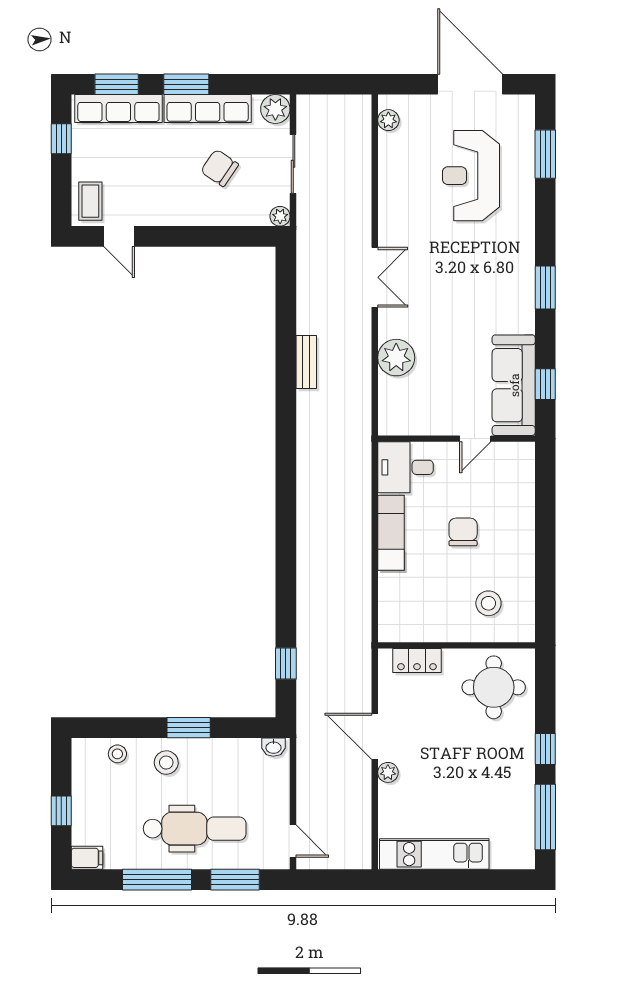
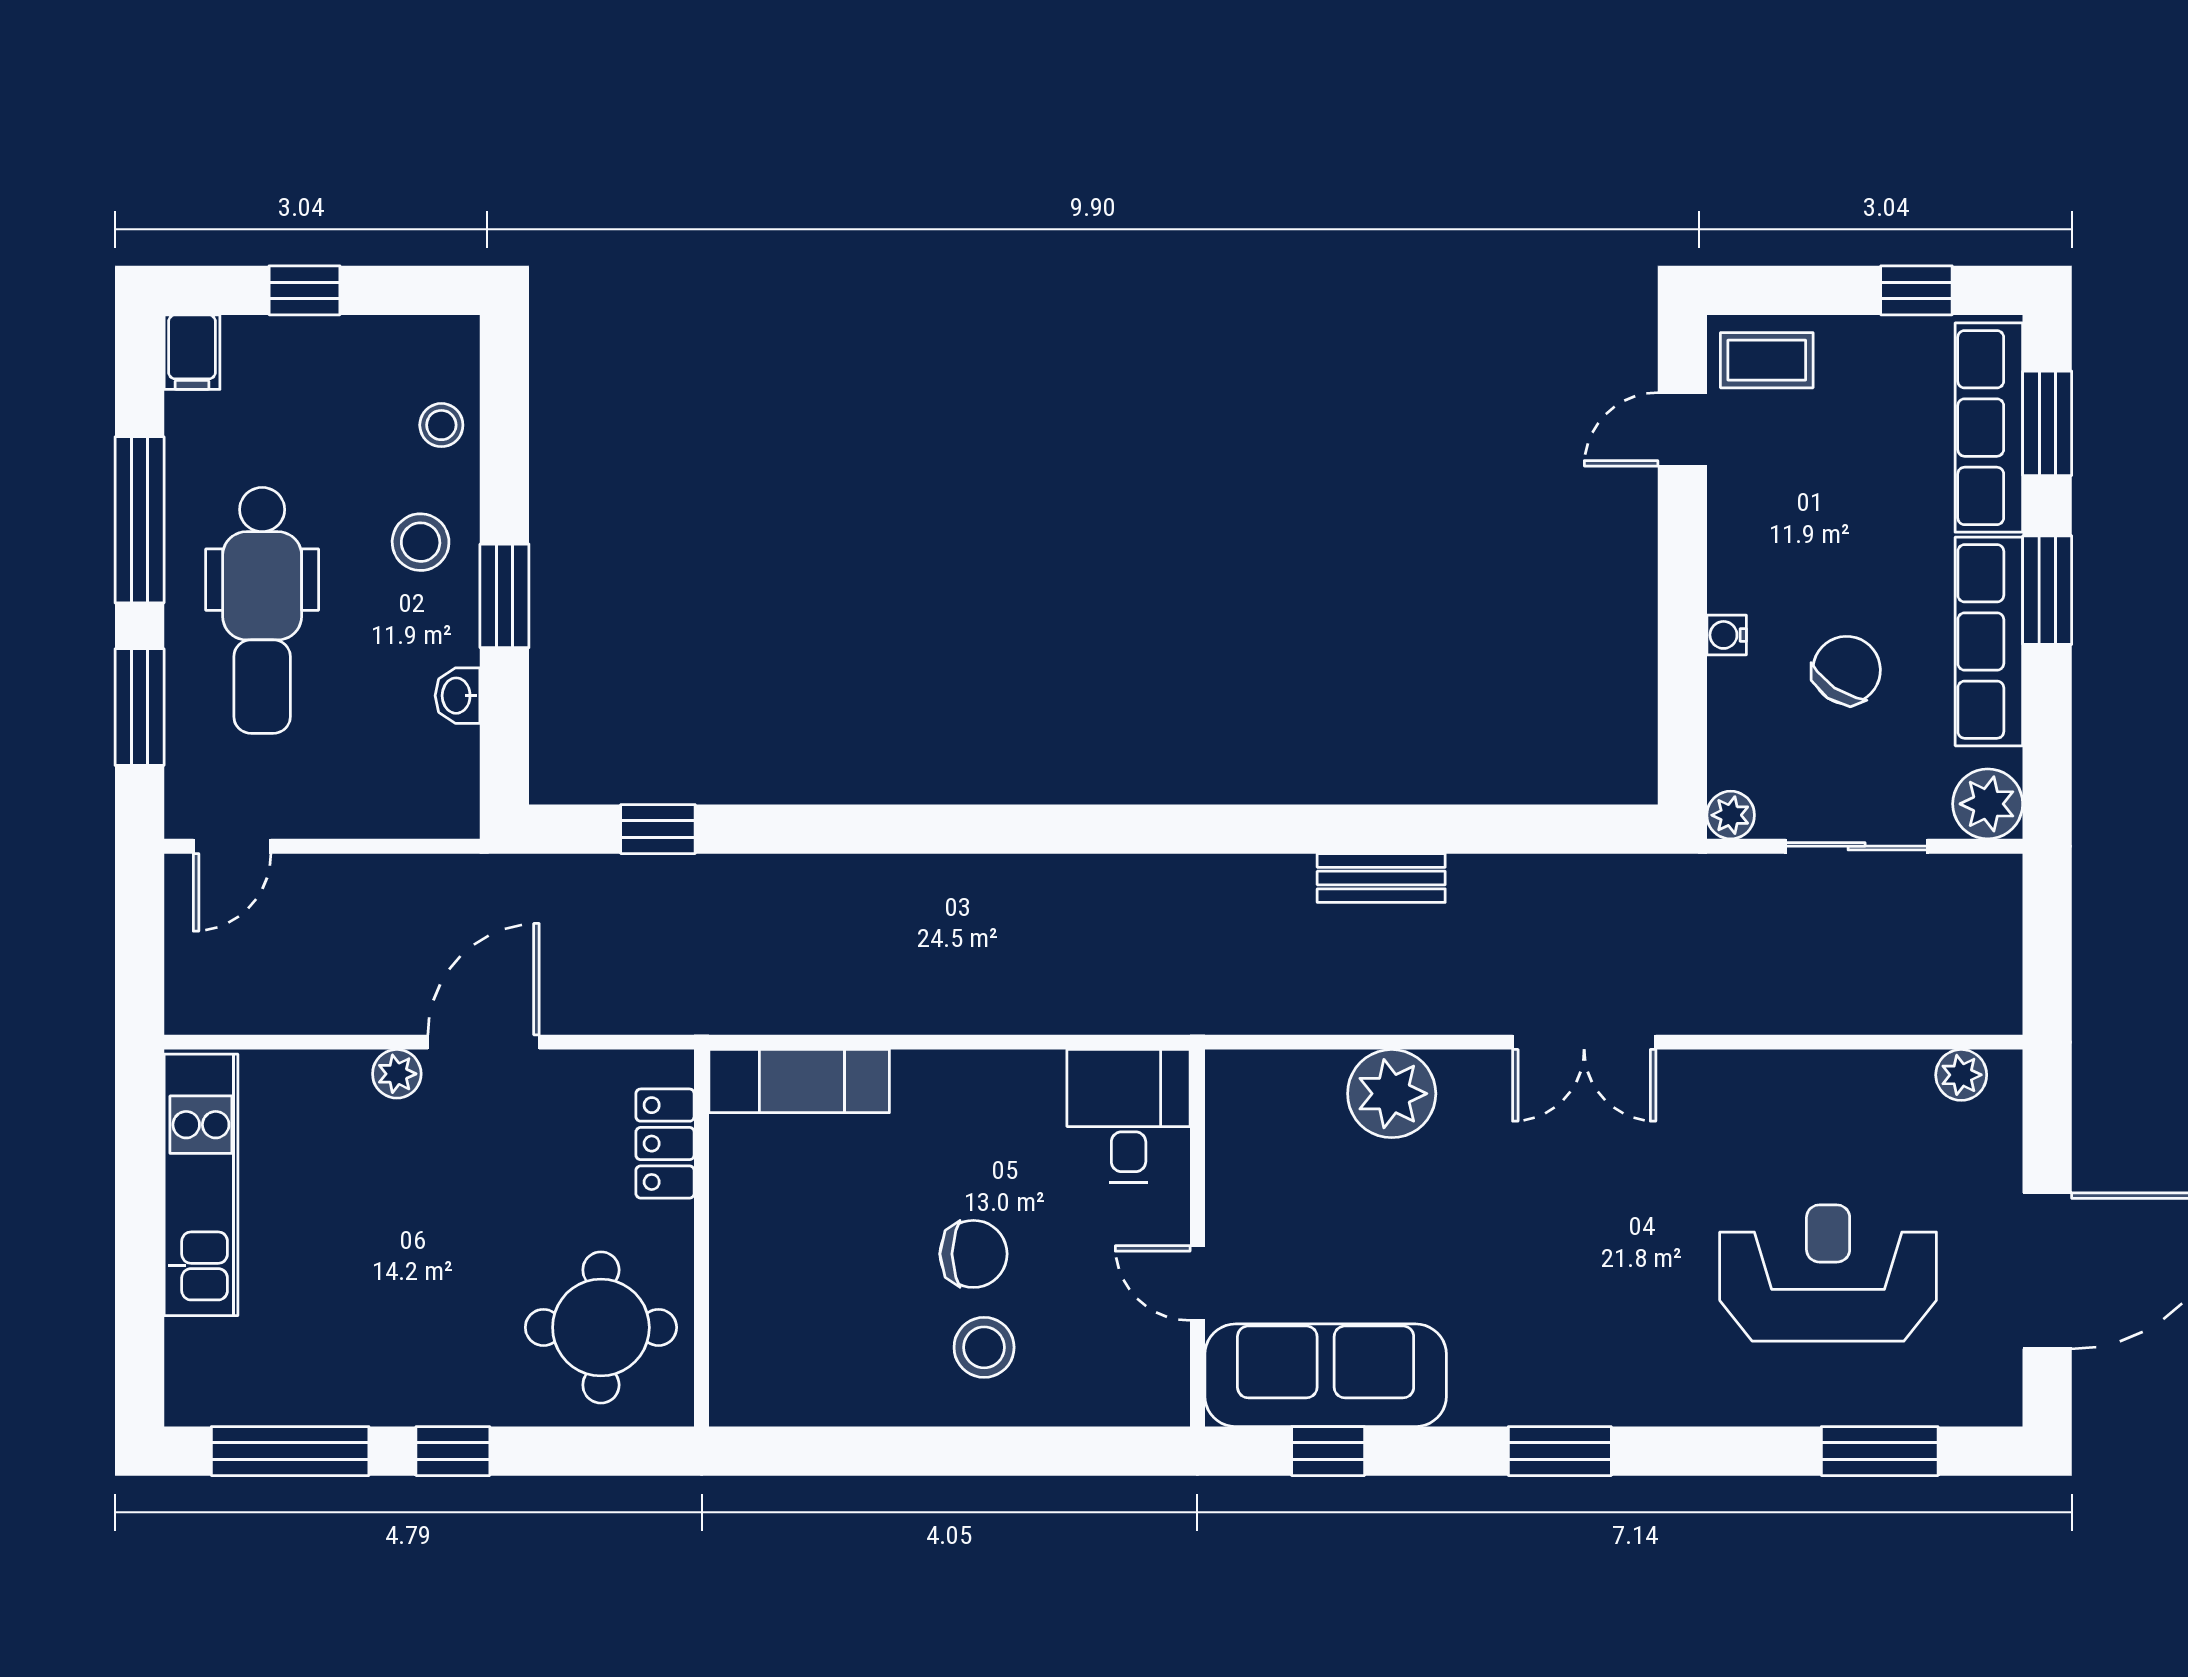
water cooler: (205, 218) -> (1727, 635), added
exam couch: (391, 533) -> (799, 1081), moved
stool: (488, 603) -> (984, 1347), moved
washbasin: (273, 747) -> (457, 696), moved

